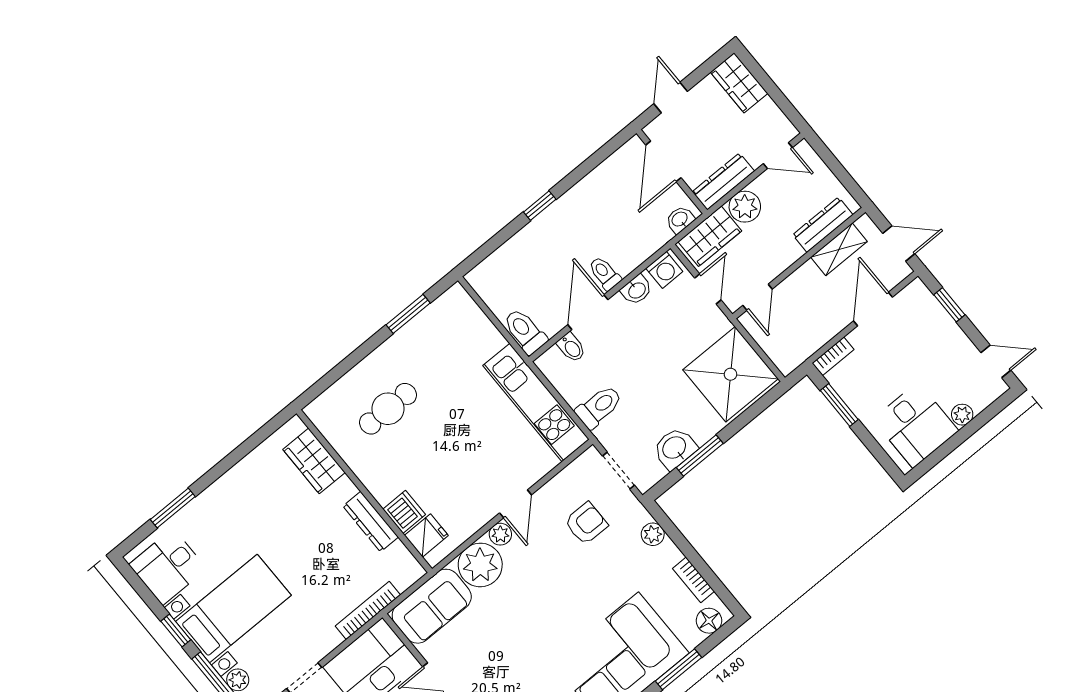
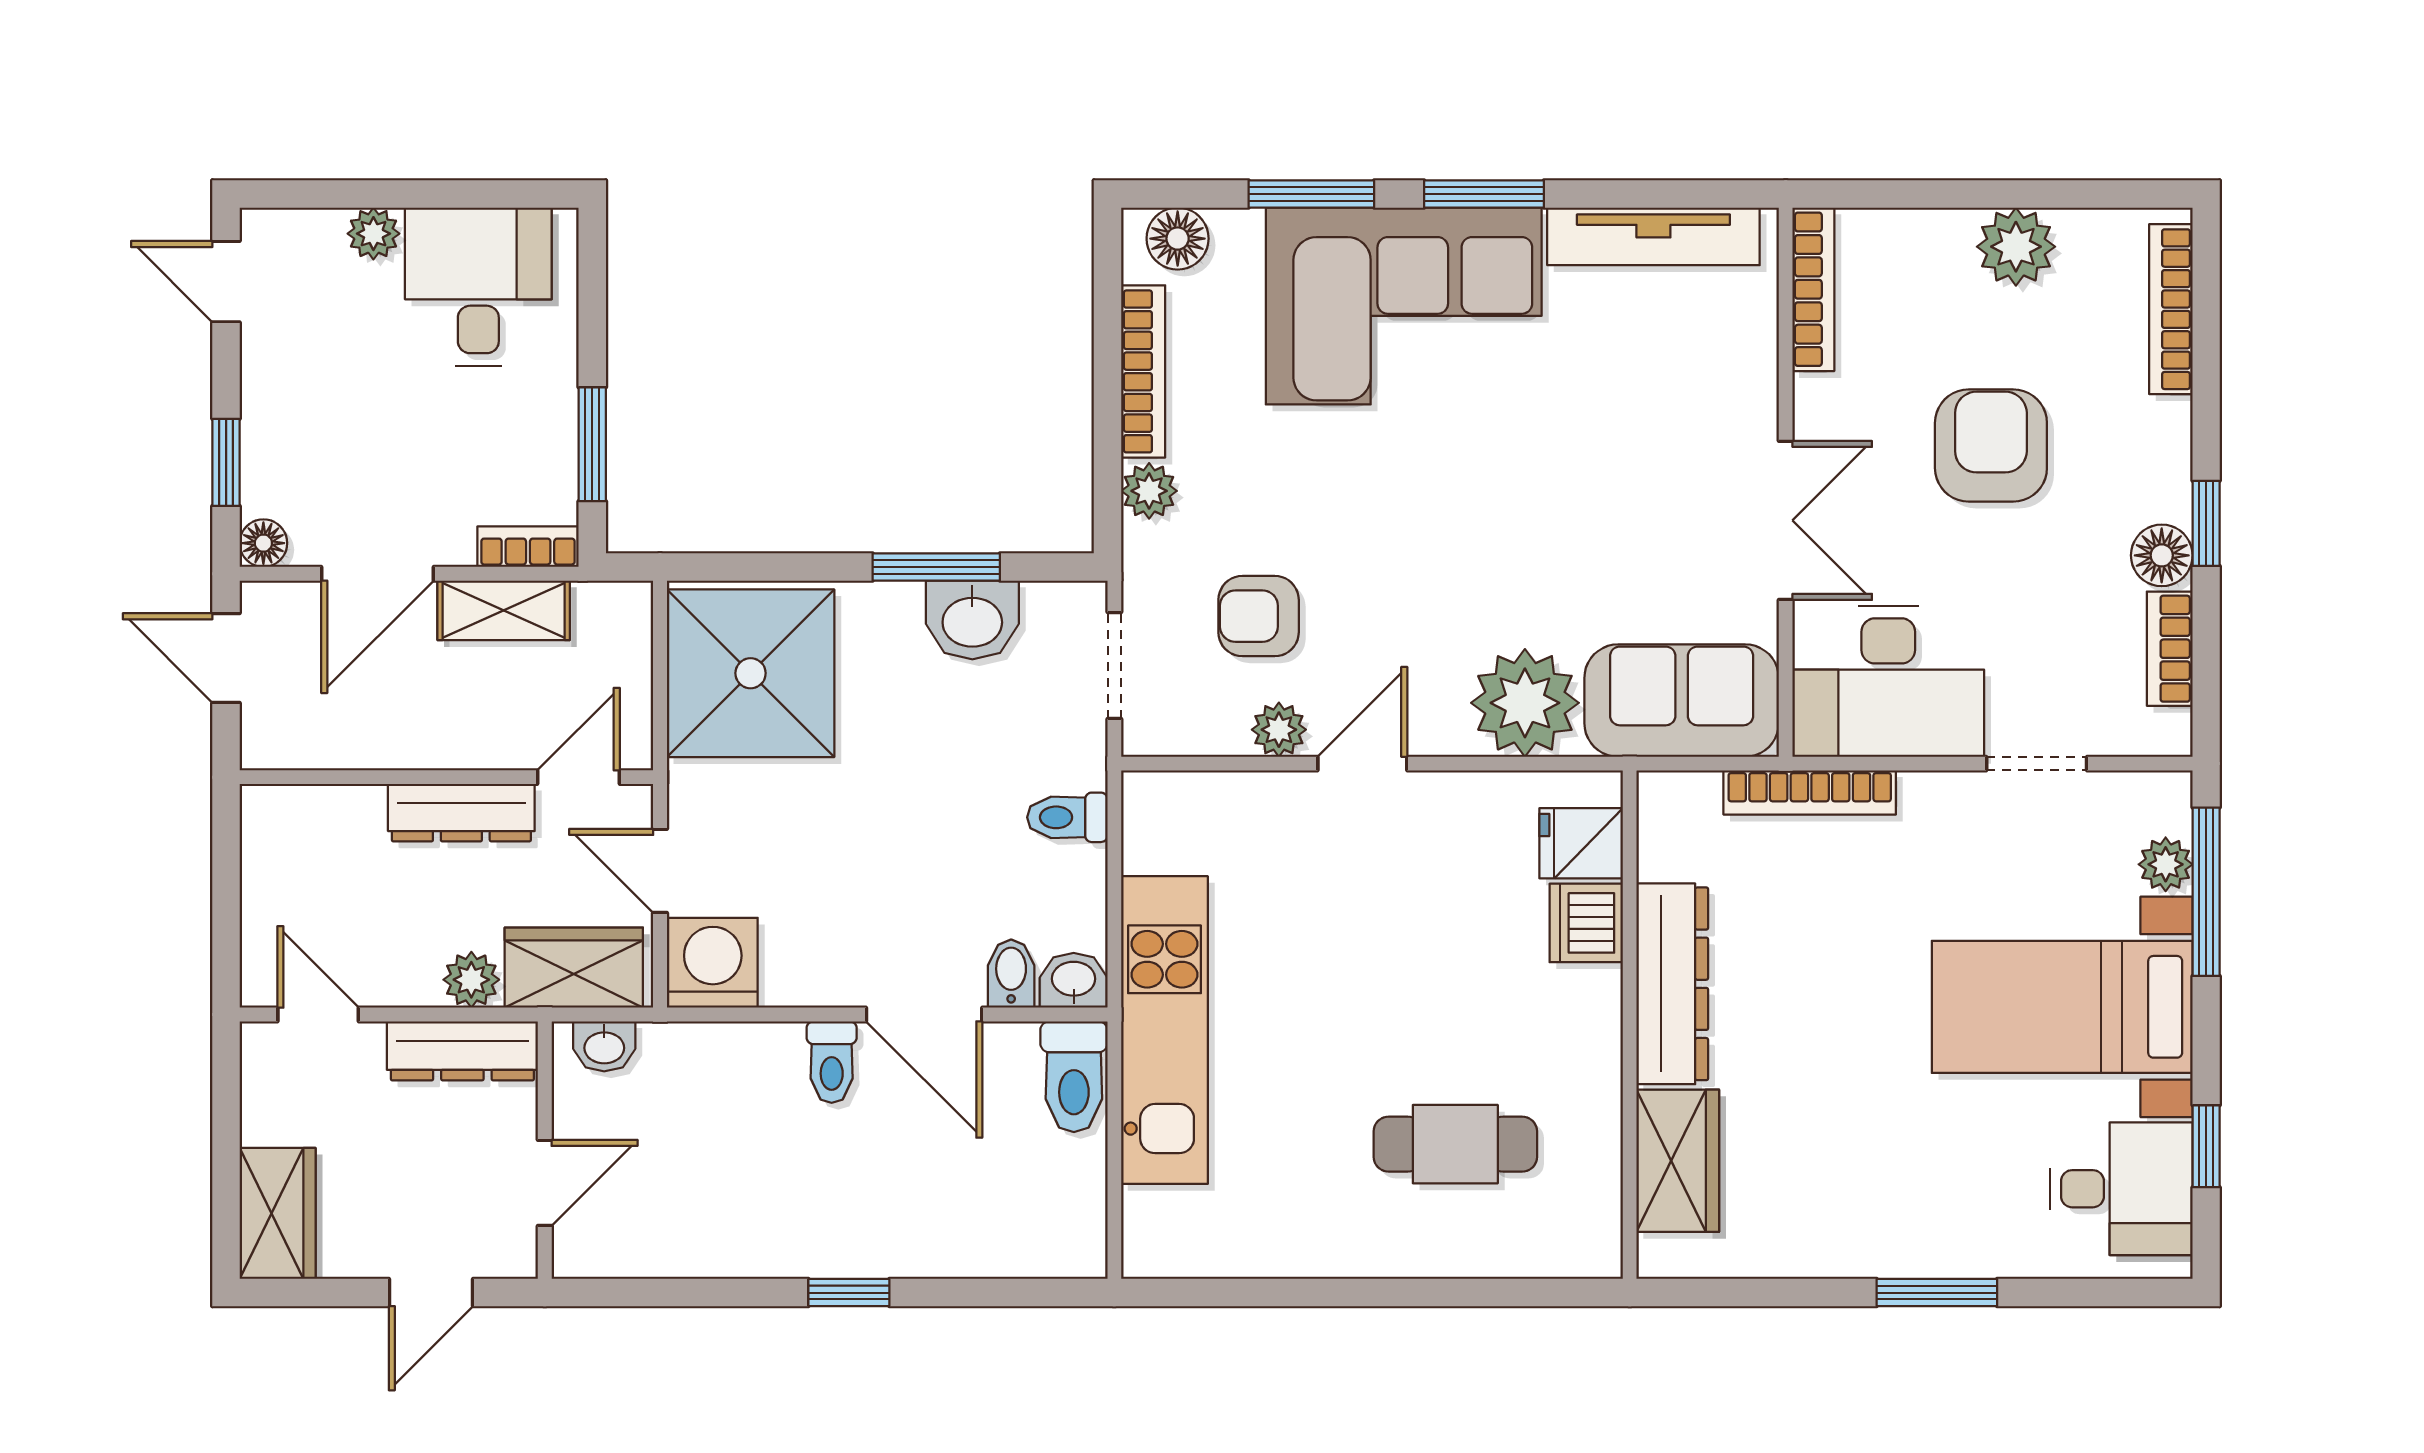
door: (663, 161) -> (545, 1183), width x0.73
plant: (745, 207) -> (471, 980), width x0.73, depth x0.73
dresser: (823, 225) -> (461, 813), moved
shelving: (839, 249) -> (504, 610), moved
washing machine: (664, 270) -> (713, 963), width x1.38, depth x1.38
door: (708, 289) -> (660, 871), hinge flipped
floor lamp: (917, 289) -> (263, 543), added
washbasin: (637, 290) -> (1074, 980), moved
door: (588, 312) -> (924, 1014), hinge flipped
window: (408, 314) -> (1269, 1293), removed
kitchen unit: (536, 402) -> (1164, 1030), moved
toilet: (599, 407) -> (1067, 817), width x0.73, depth x0.72
window: (173, 508) -> (1937, 1293), moved
dresser: (371, 522) -> (1672, 984), width x1.37, depth x1.24
plant: (500, 534) -> (1279, 730), moved
bookcase: (693, 580) -> (1143, 371), width x1.56
window: (176, 631) -> (2206, 1146), moved

